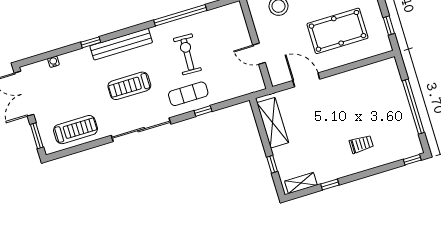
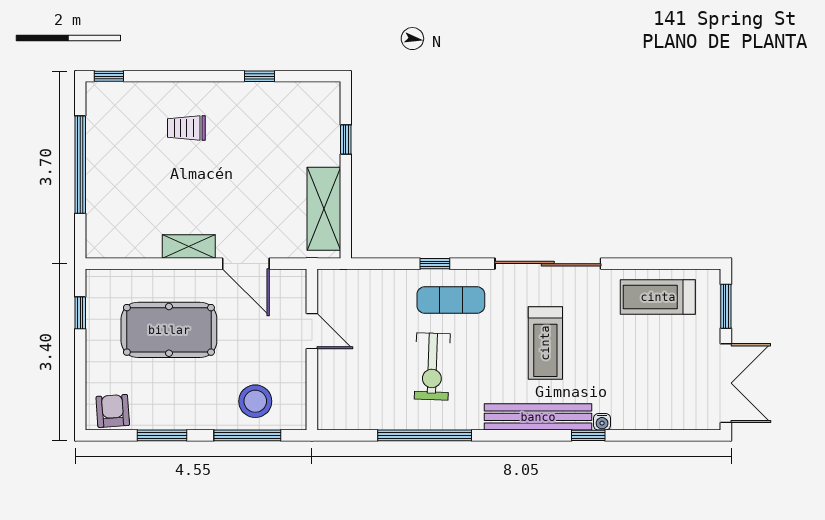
water cooler: (53, 62) -> (602, 422), moved
treadmill: (129, 86) -> (545, 343), turned 90
shelving: (301, 183) -> (189, 247), moved

